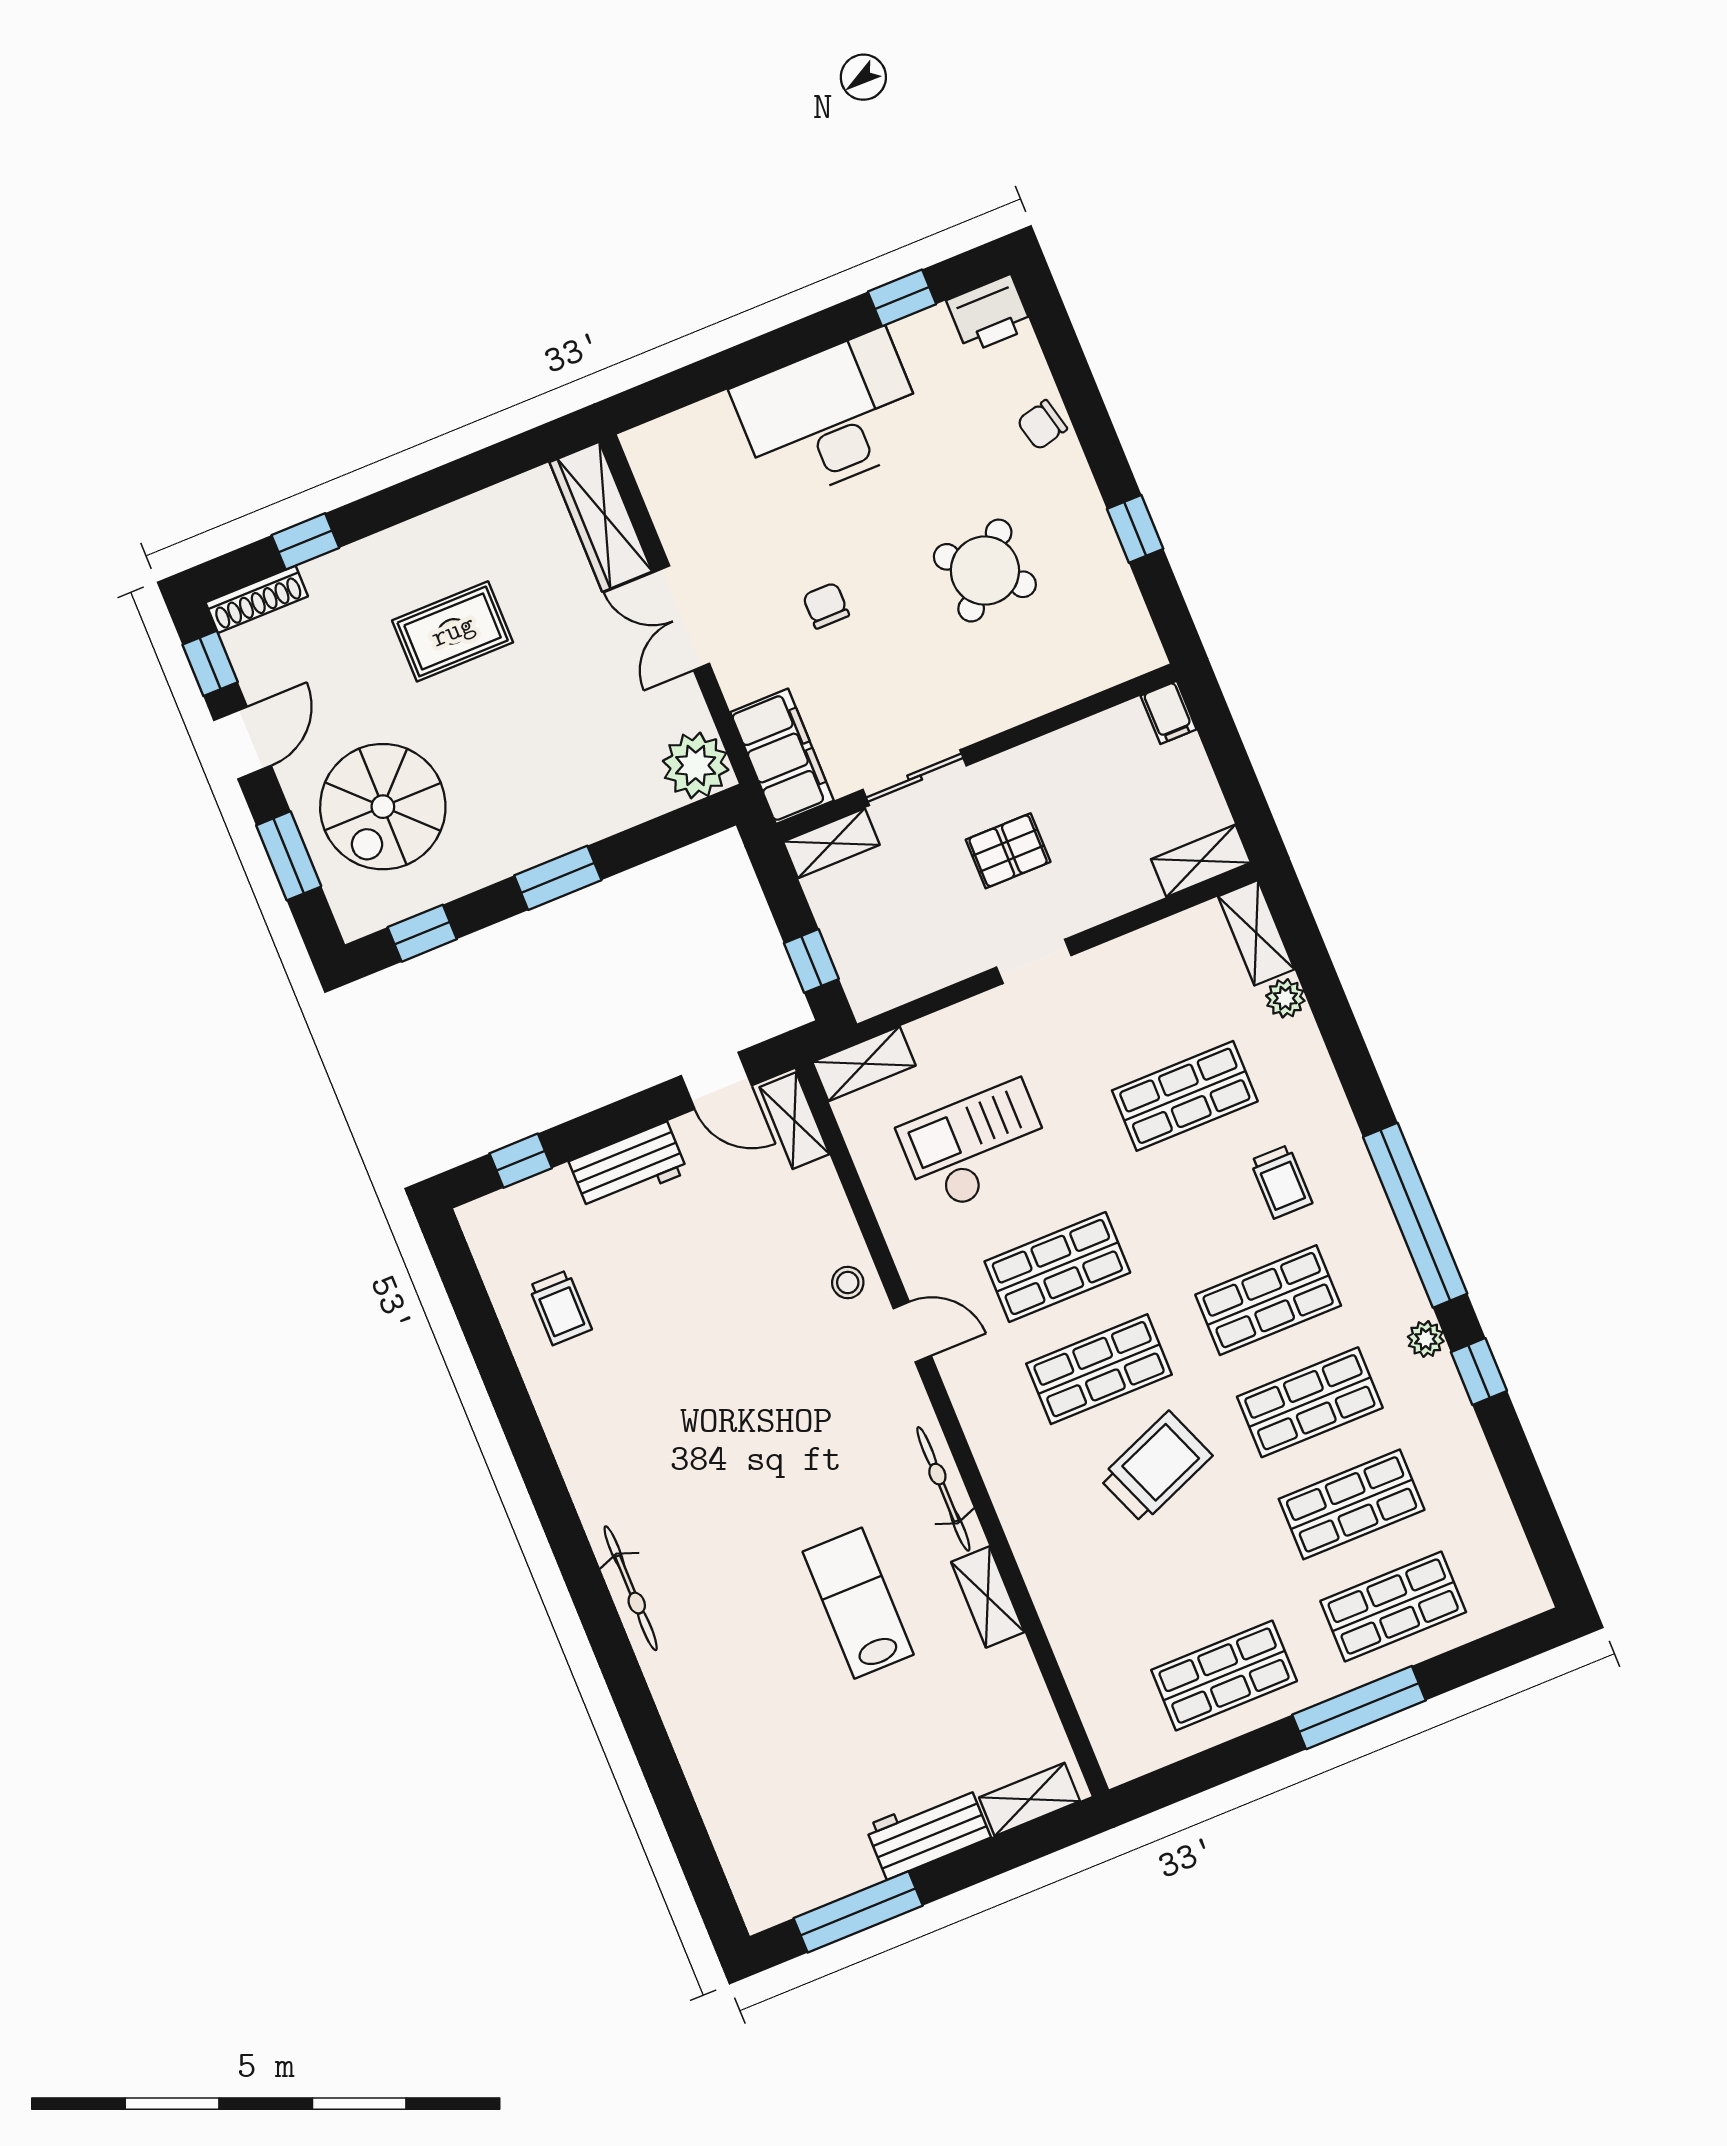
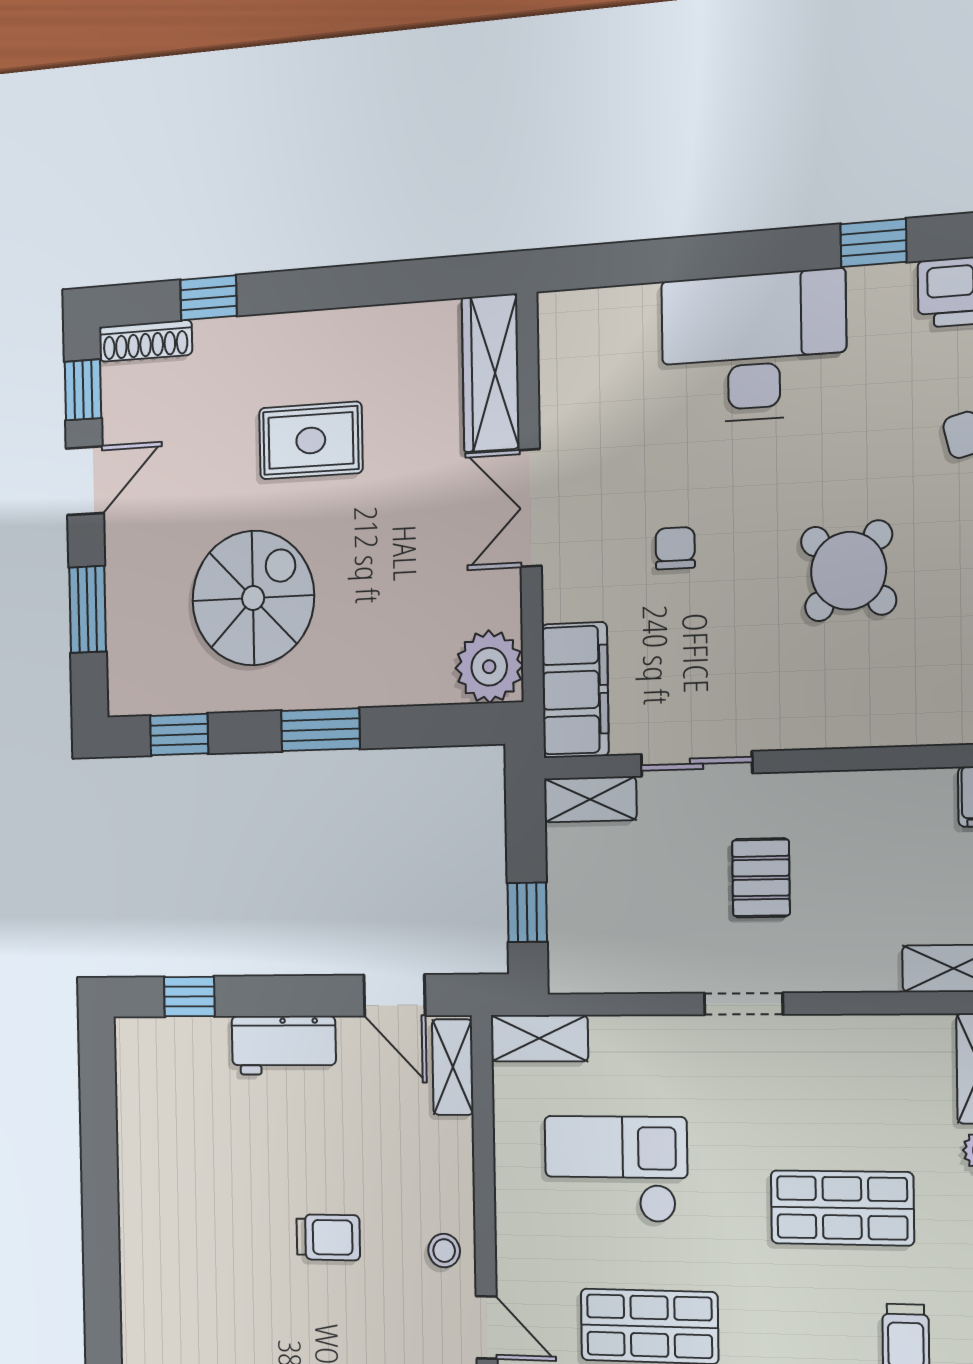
spiral stairs: (383, 807) -> (253, 598), moved, turned 180
pallet: (1008, 851) -> (761, 878), turned 90
trolley: (560, 1308) -> (328, 1237), moved, turned -90

